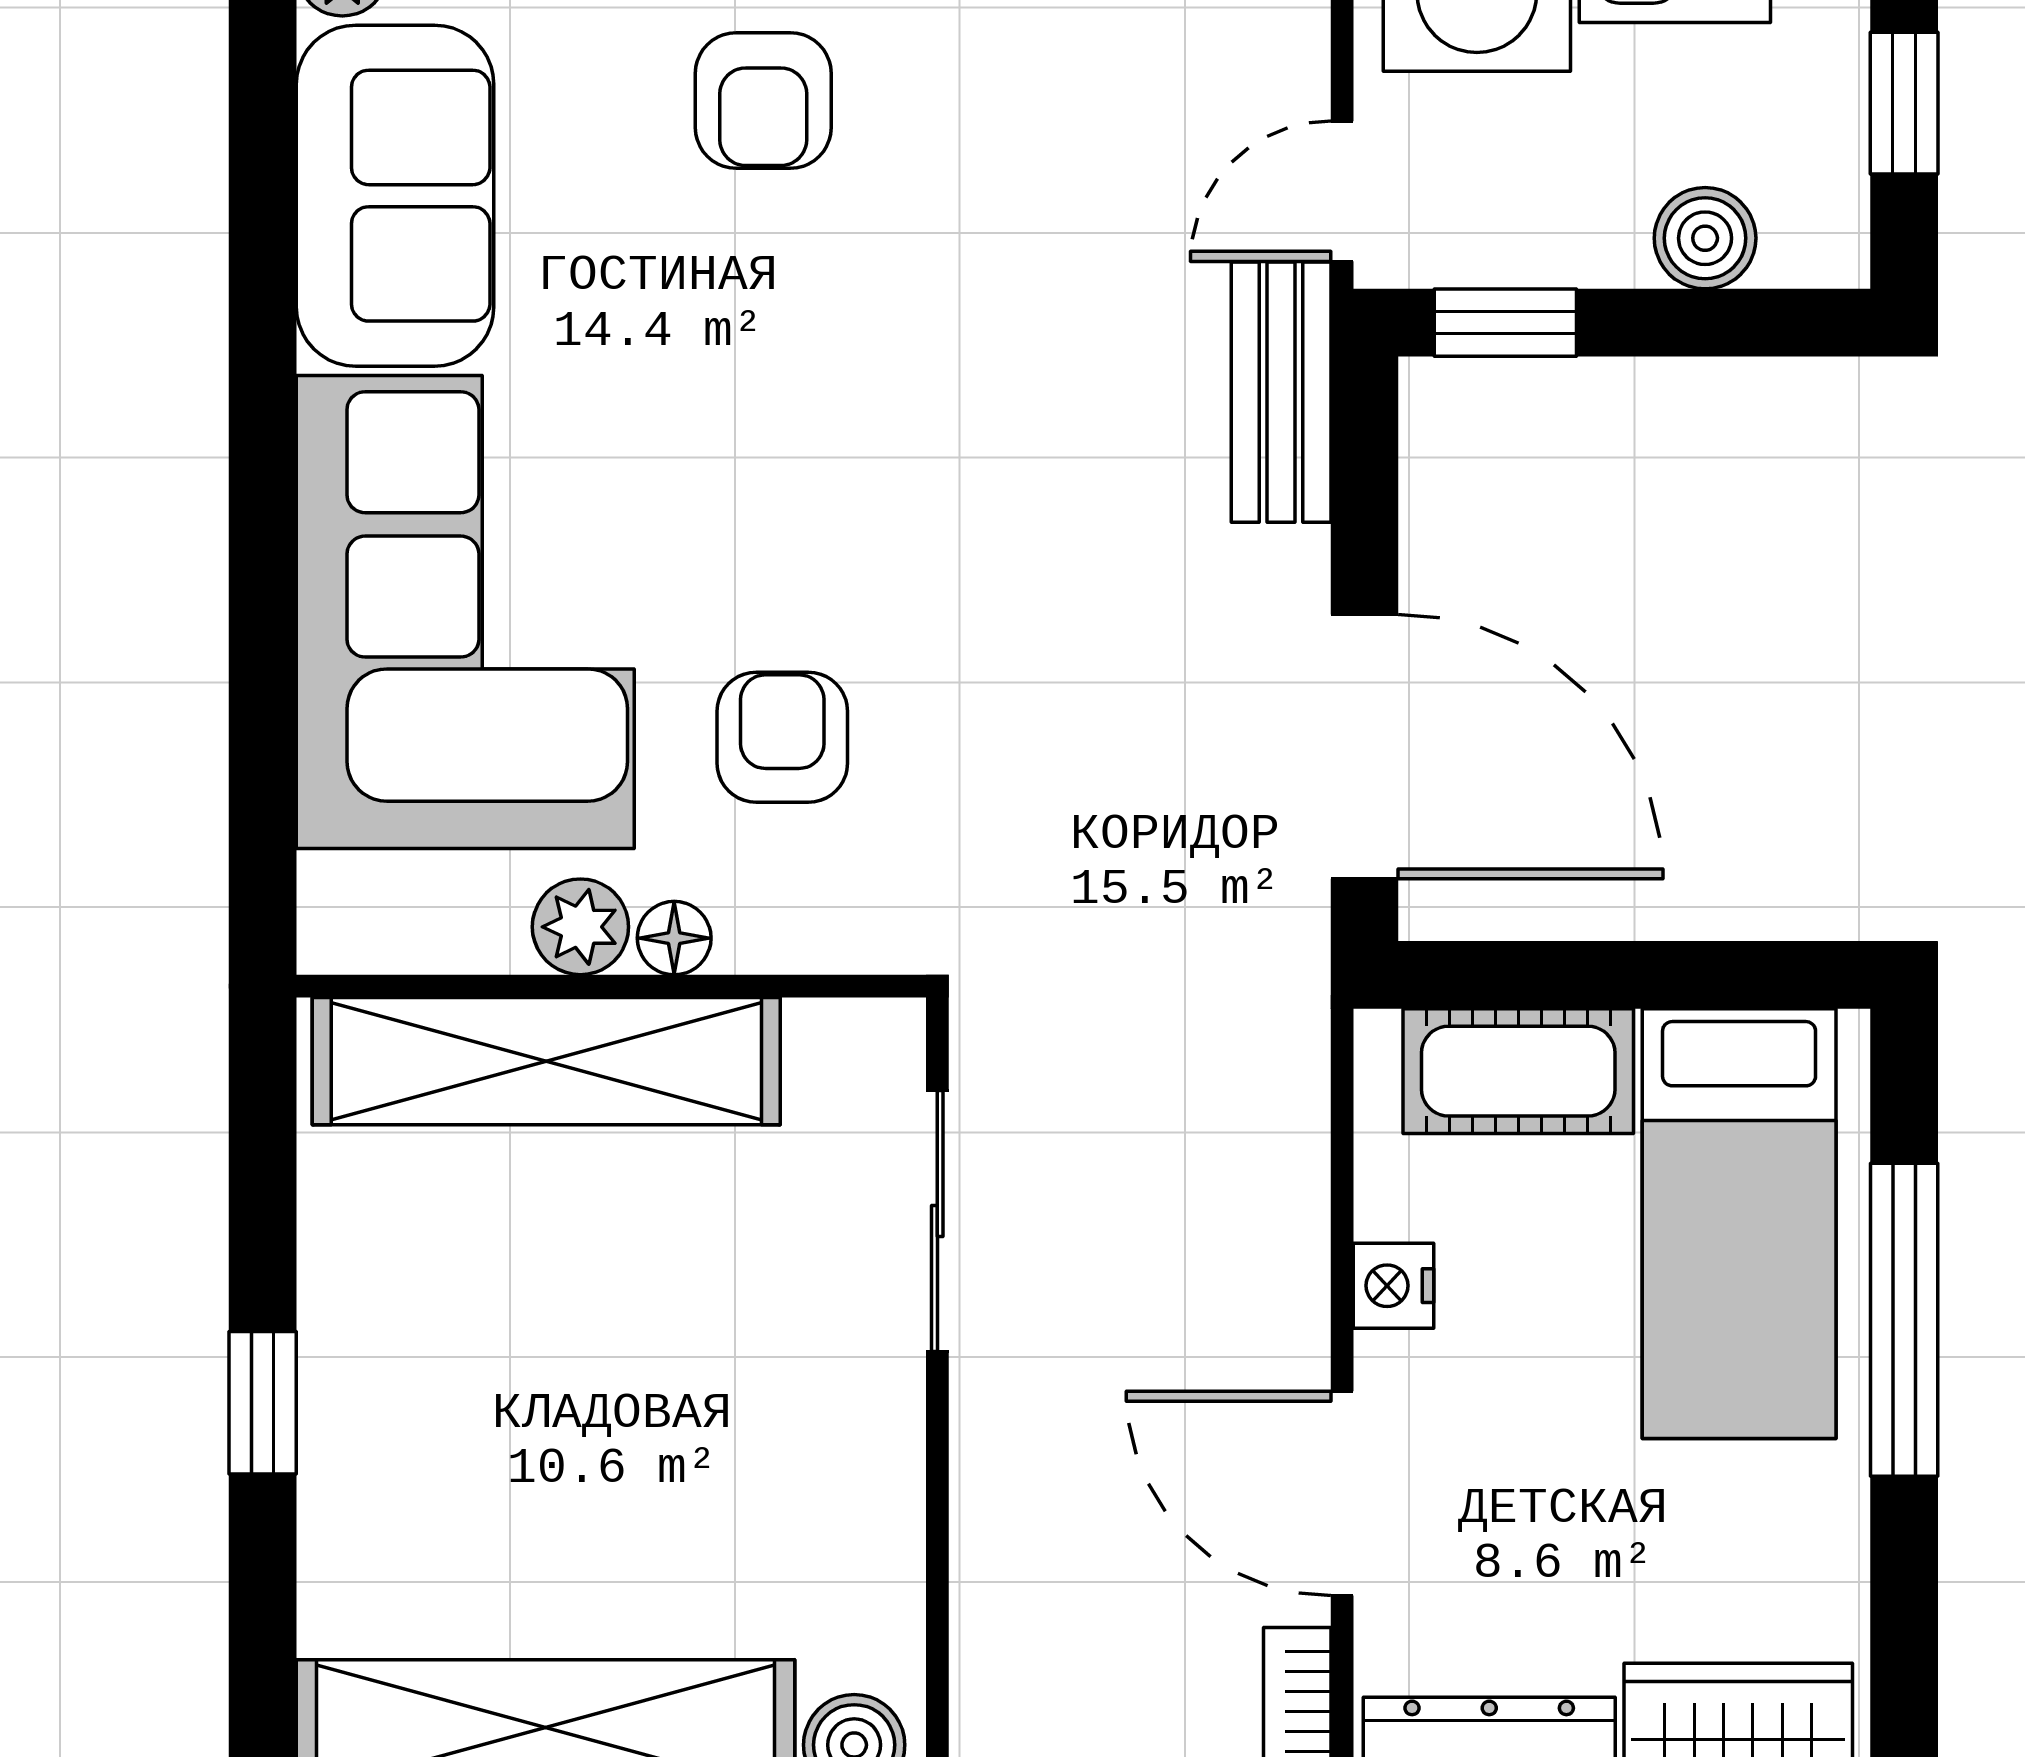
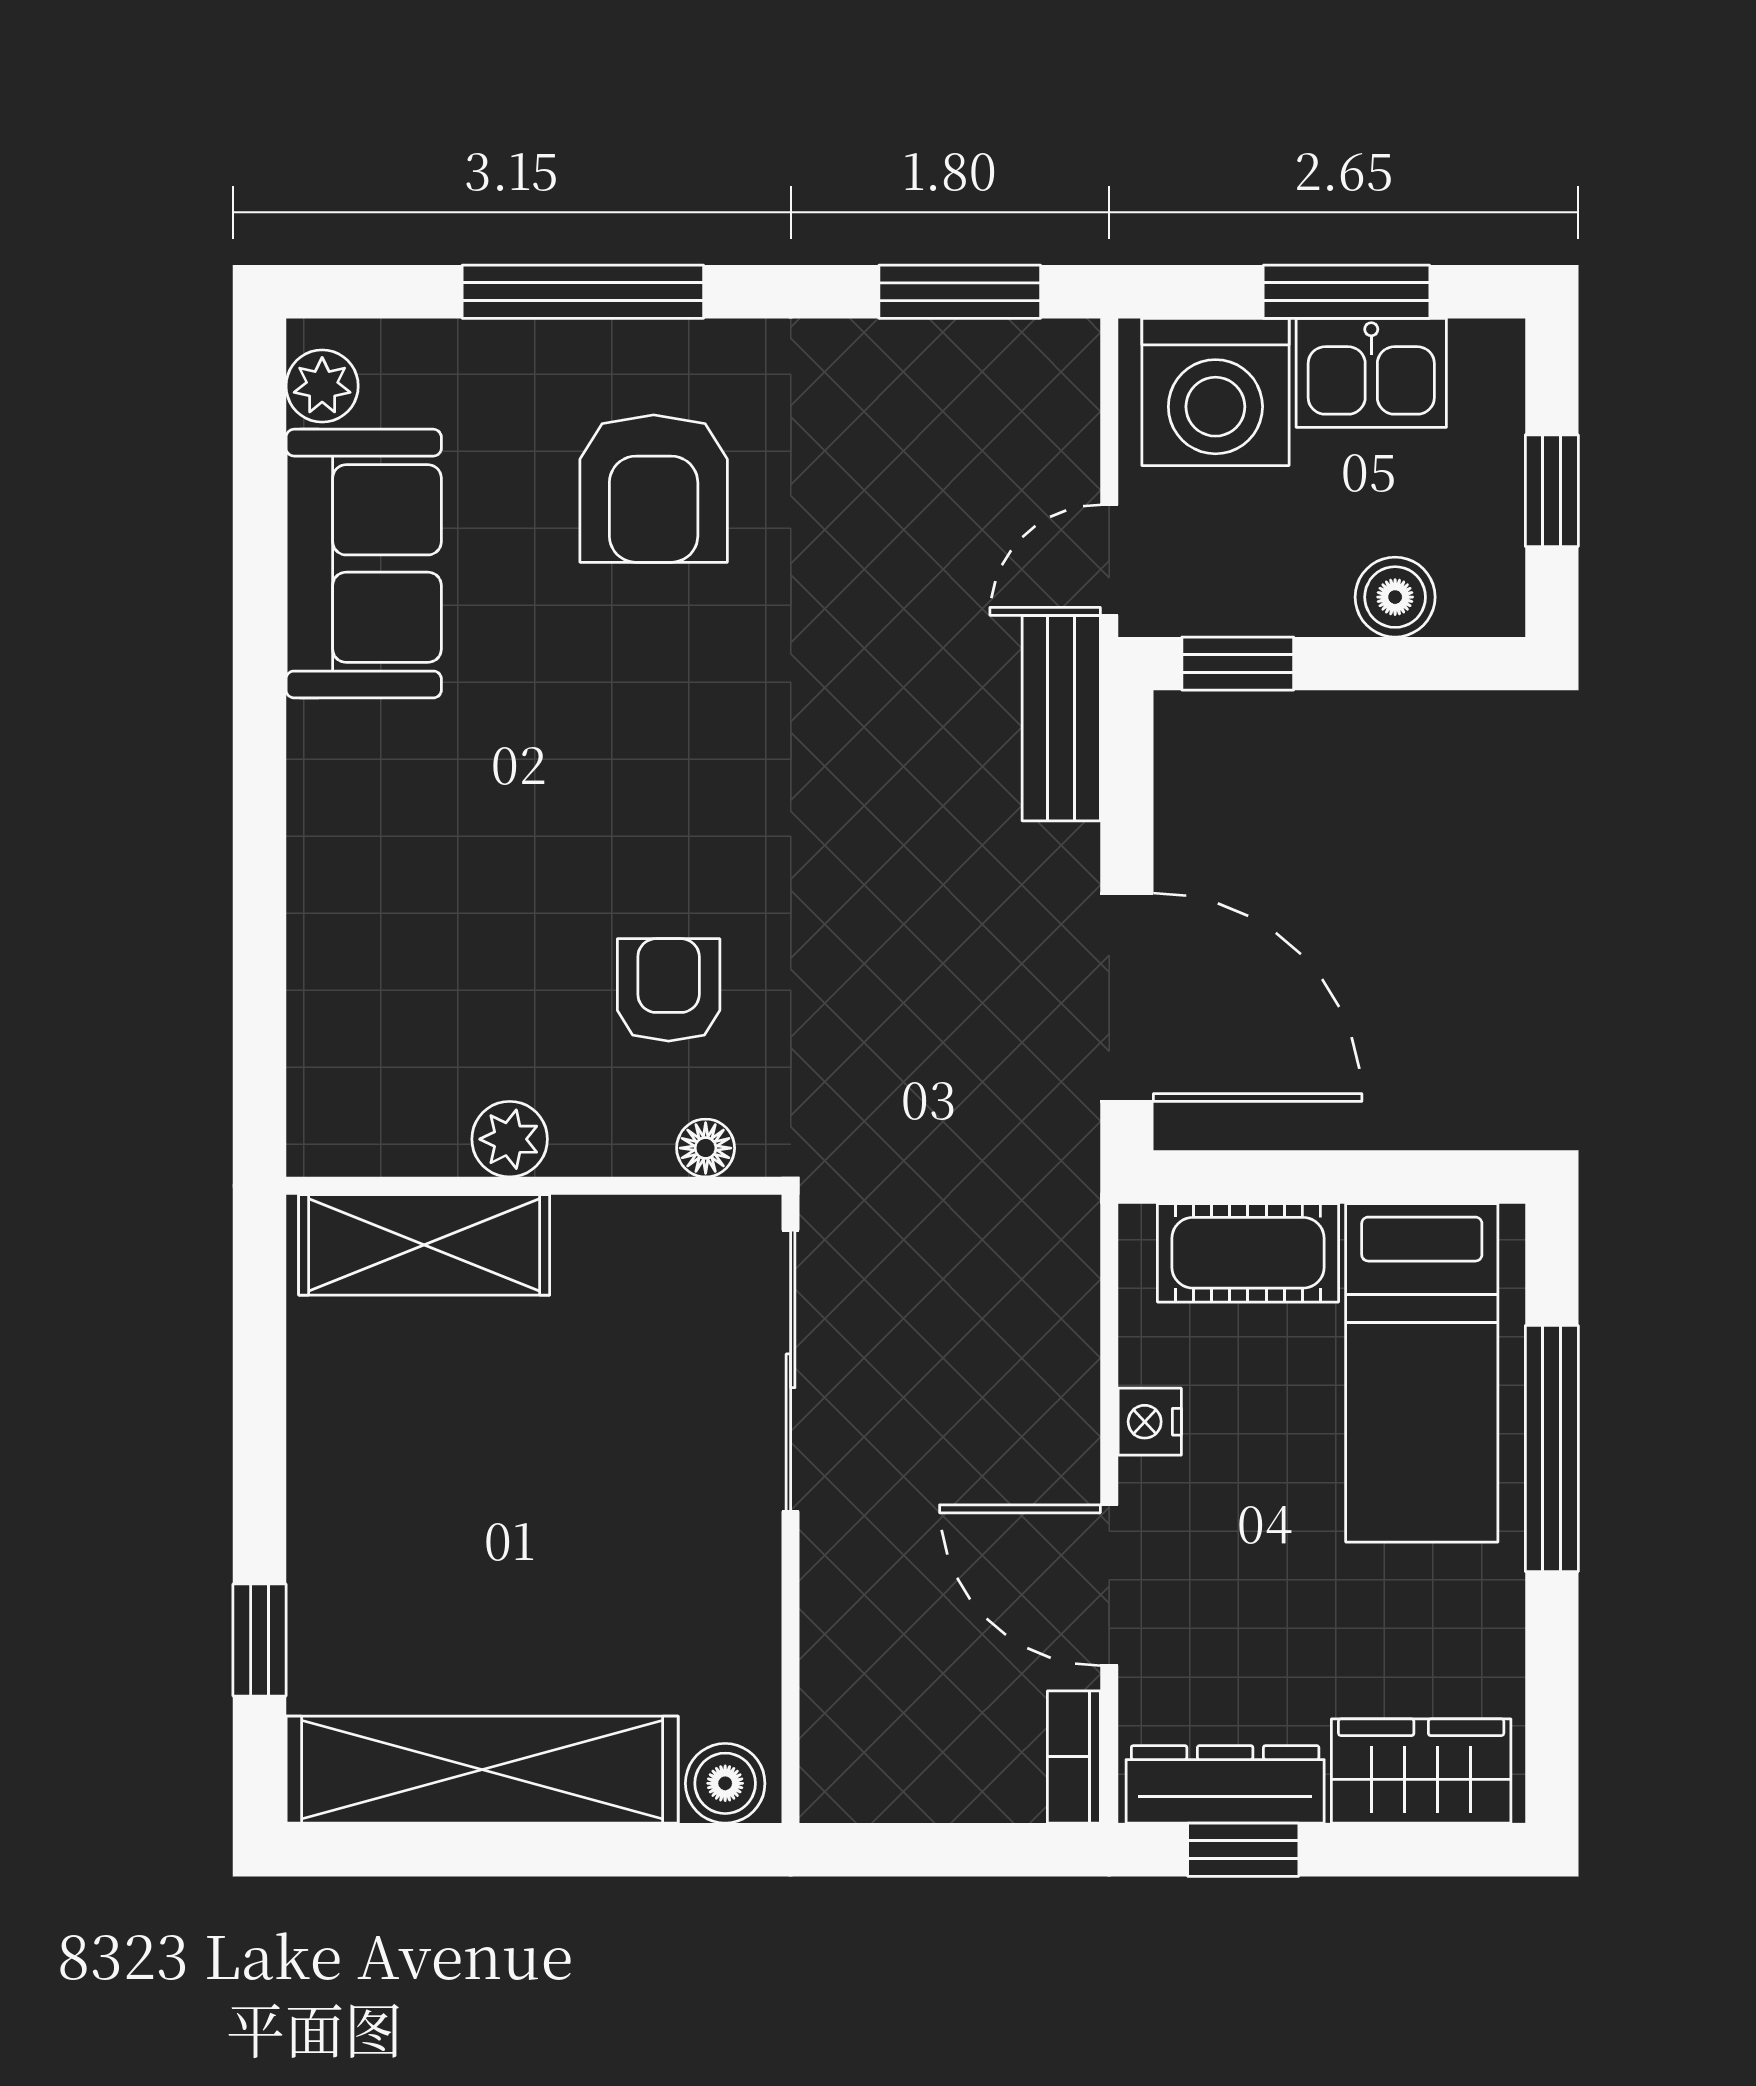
armchair: (763, 100) -> (654, 489), width x1.38, depth x1.38
corner sofa: (465, 612) -> (419, 891), removed
floor lamp: (674, 938) -> (706, 1148), moved
shelving: (546, 1061) -> (424, 1245), width x0.68
sliding door: (937, 1221) -> (791, 1371), width x1.37
window: (263, 1403) -> (259, 1640), moved

